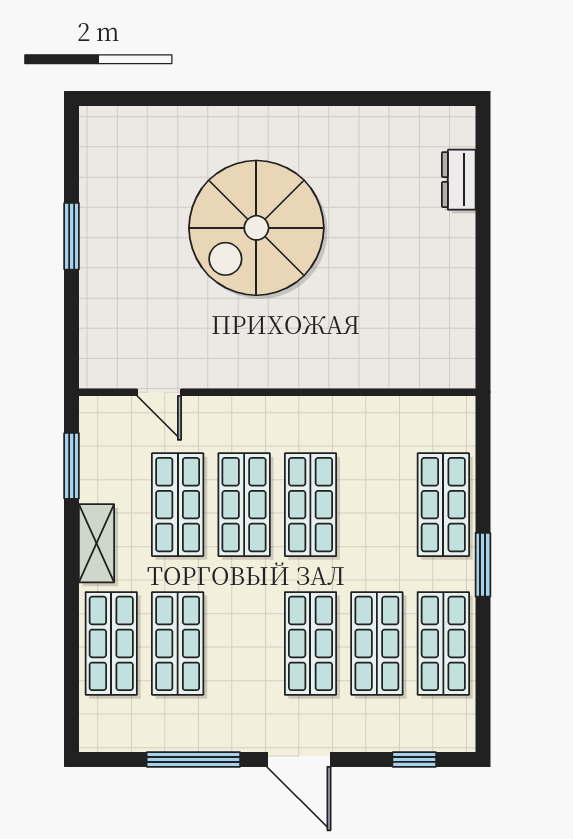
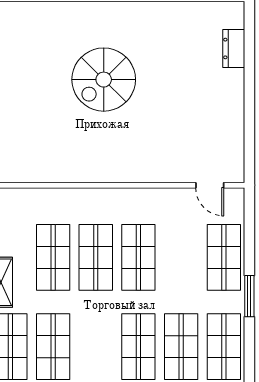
spiral stairs: (256, 228) -> (104, 80), width x0.73, depth x0.73
door: (159, 392) -> (210, 185), moved

